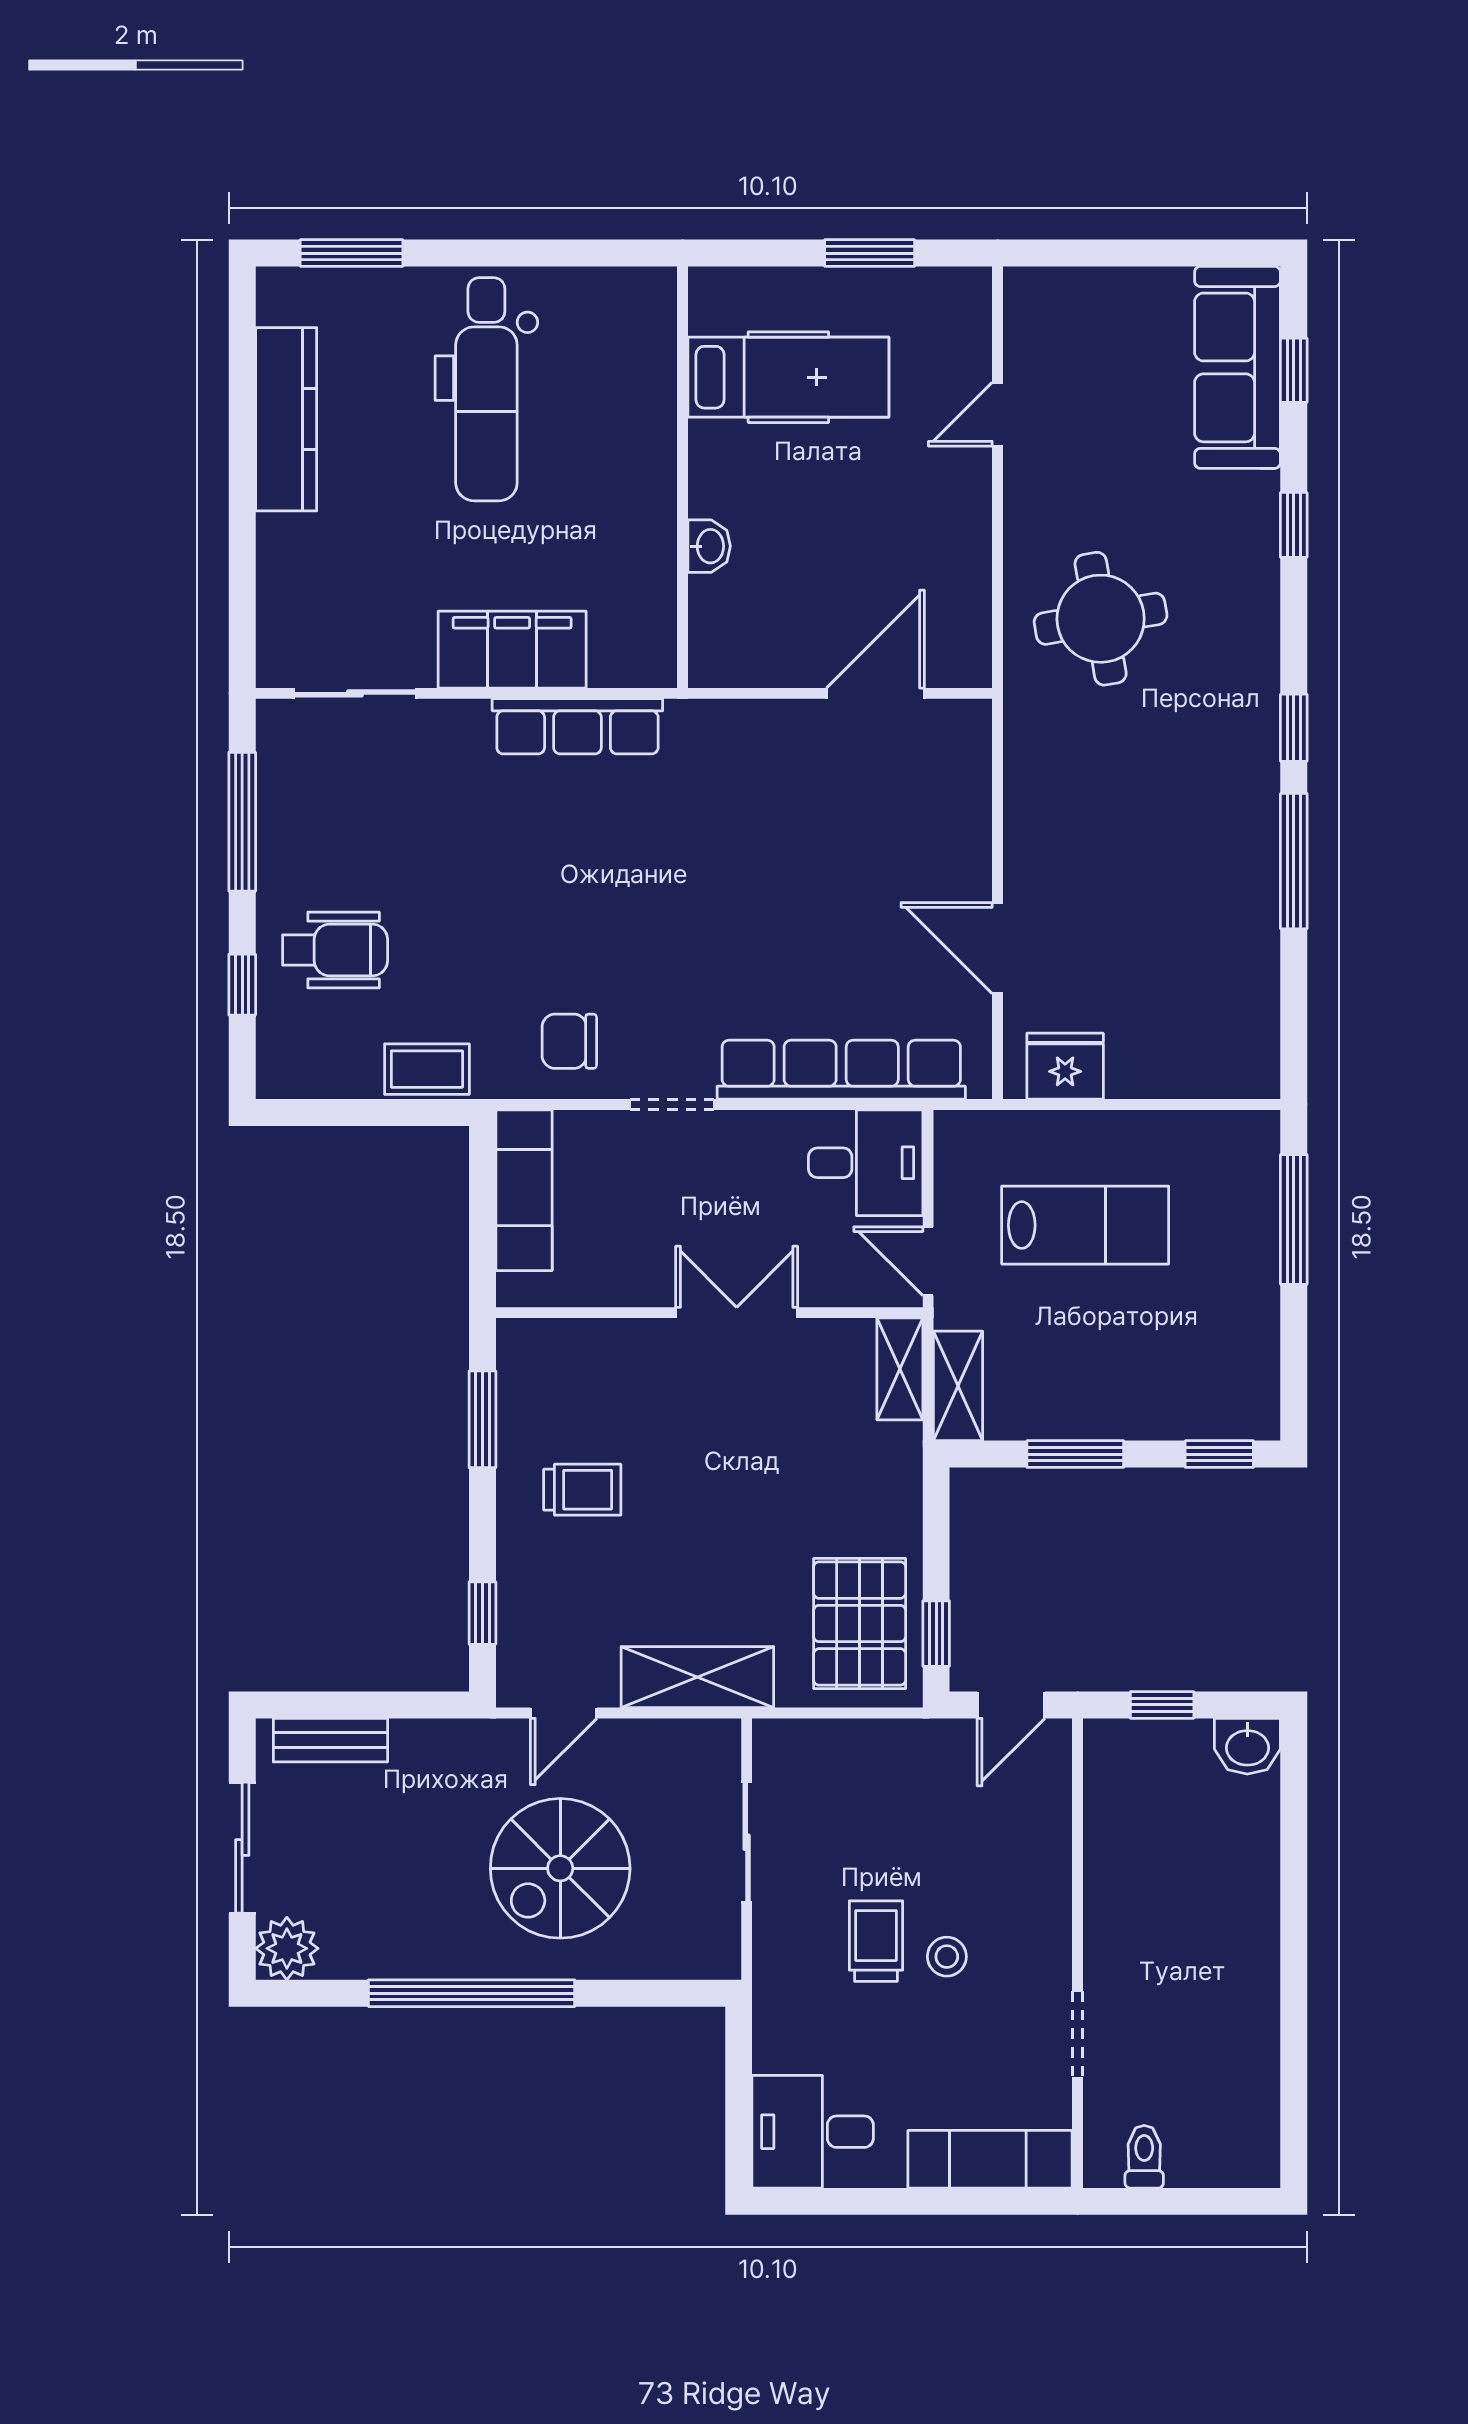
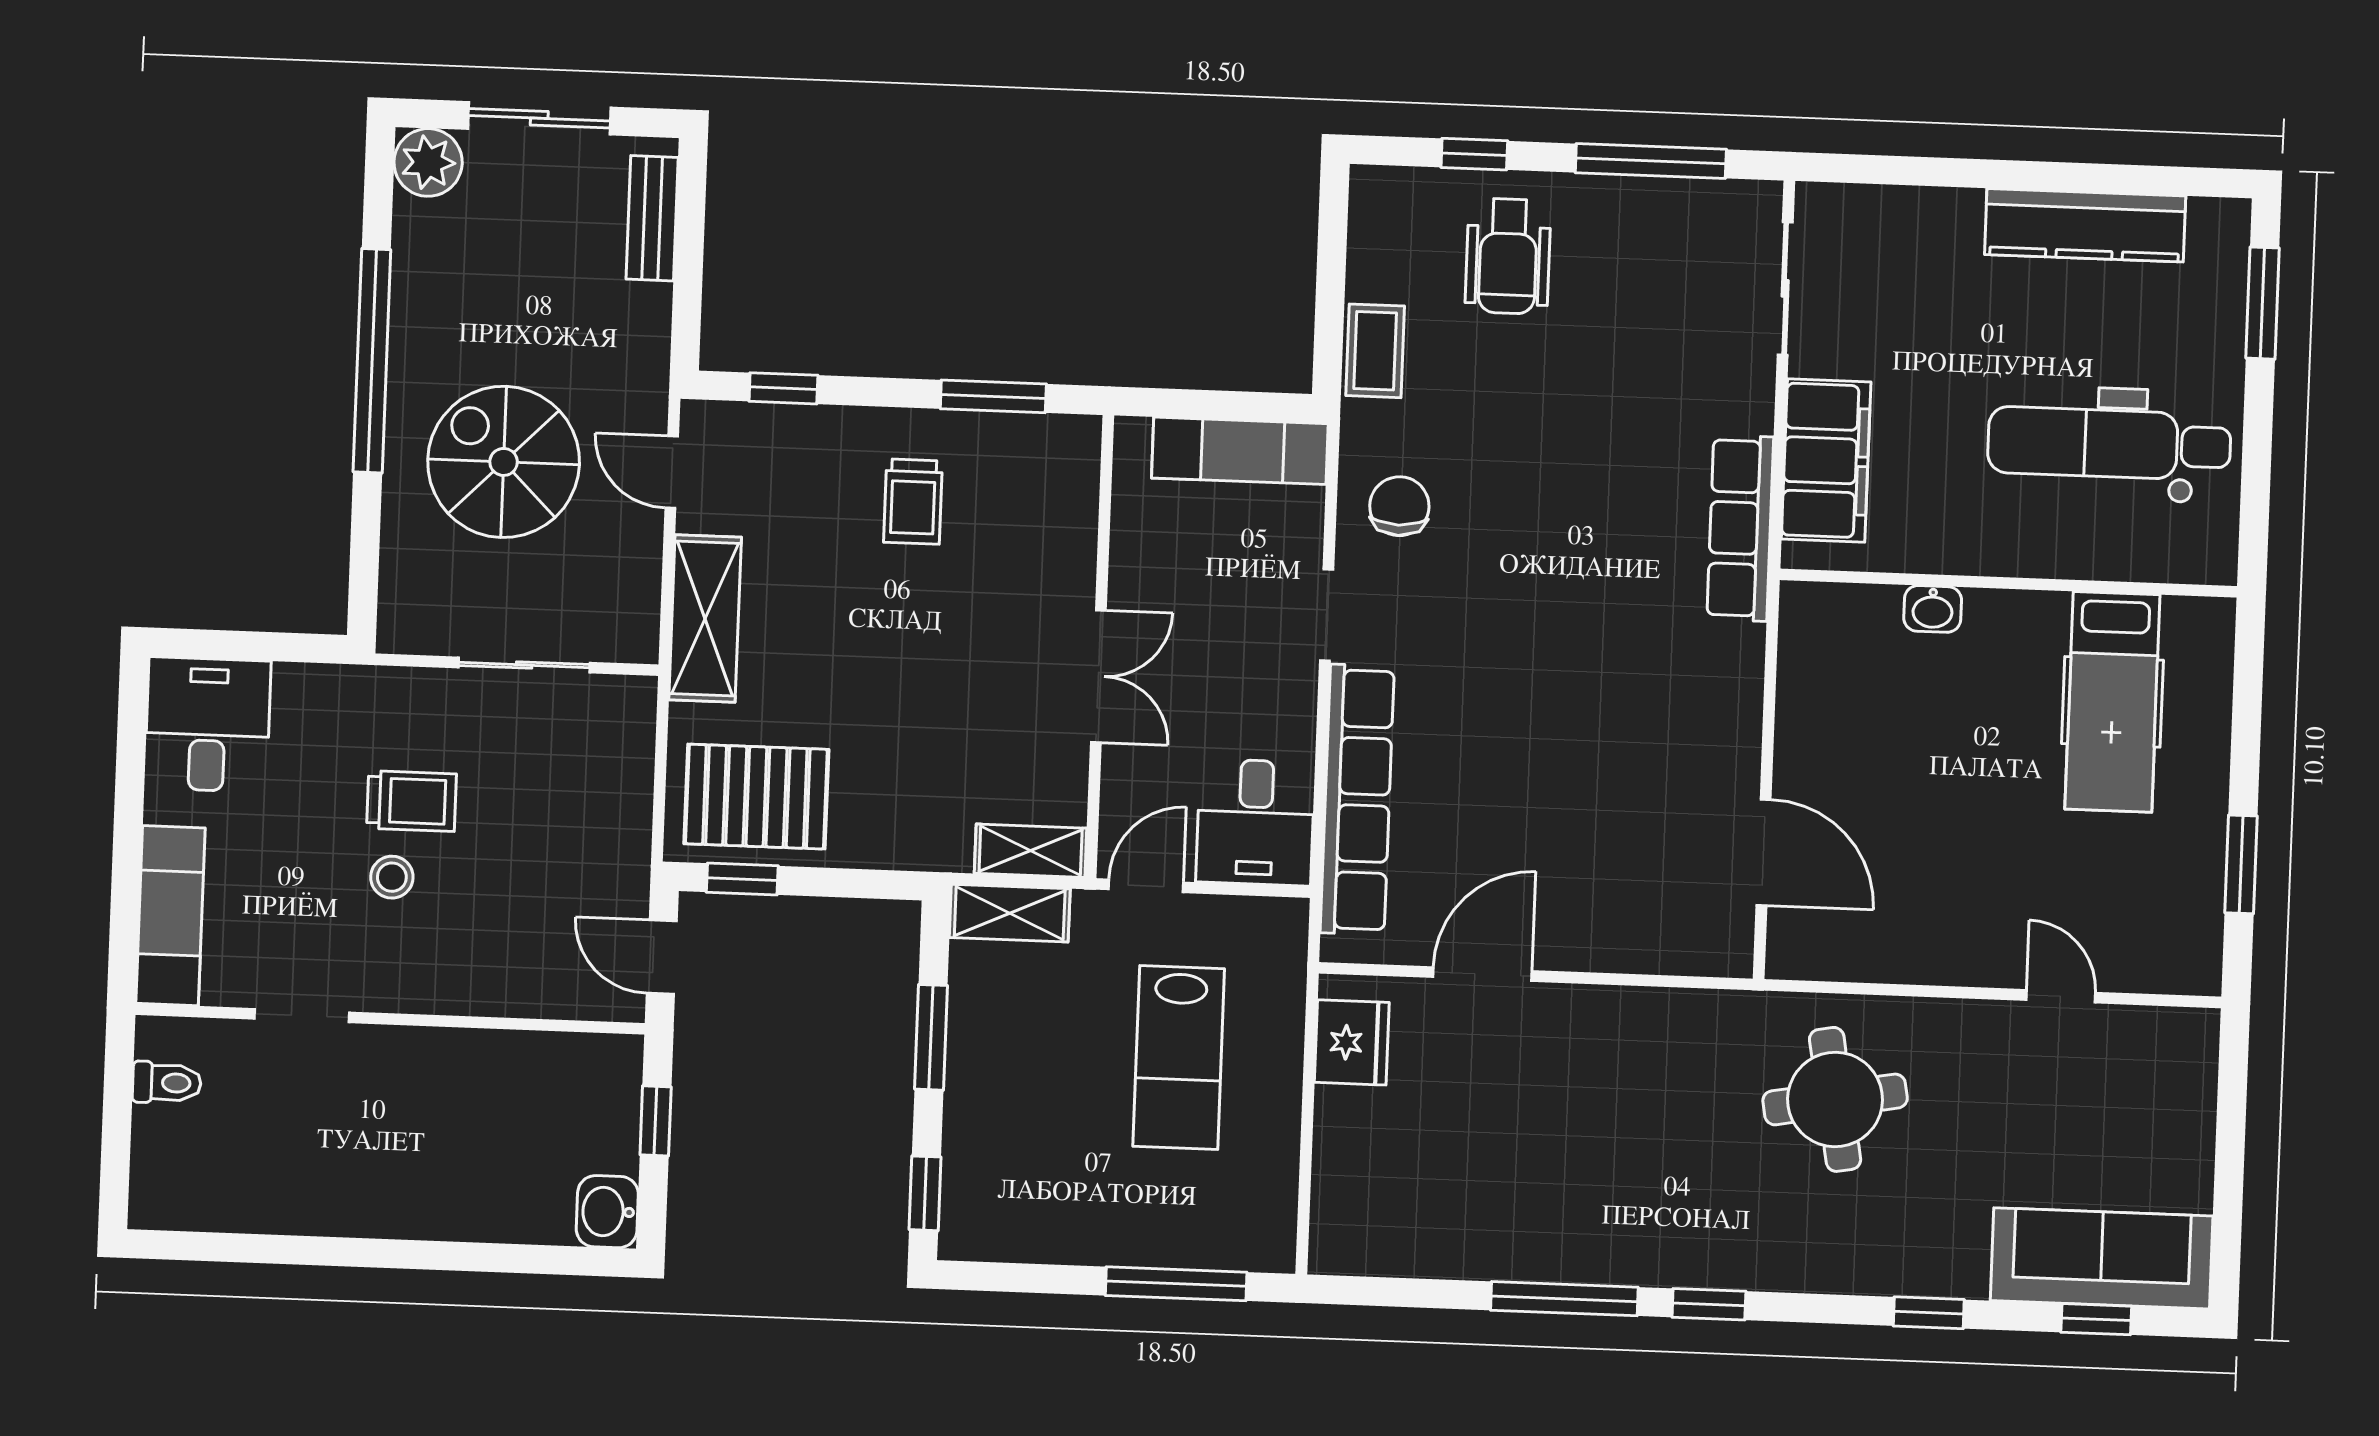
hospital bed: (788, 377) -> (2112, 702), moved
wall: (683, 477) -> (2008, 583), moved
washbasin: (709, 546) -> (1933, 609), moved

